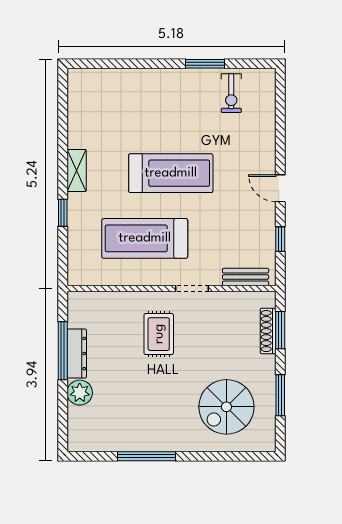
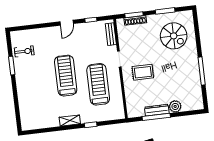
treadmill: (145, 238) -> (98, 84), turned 180

